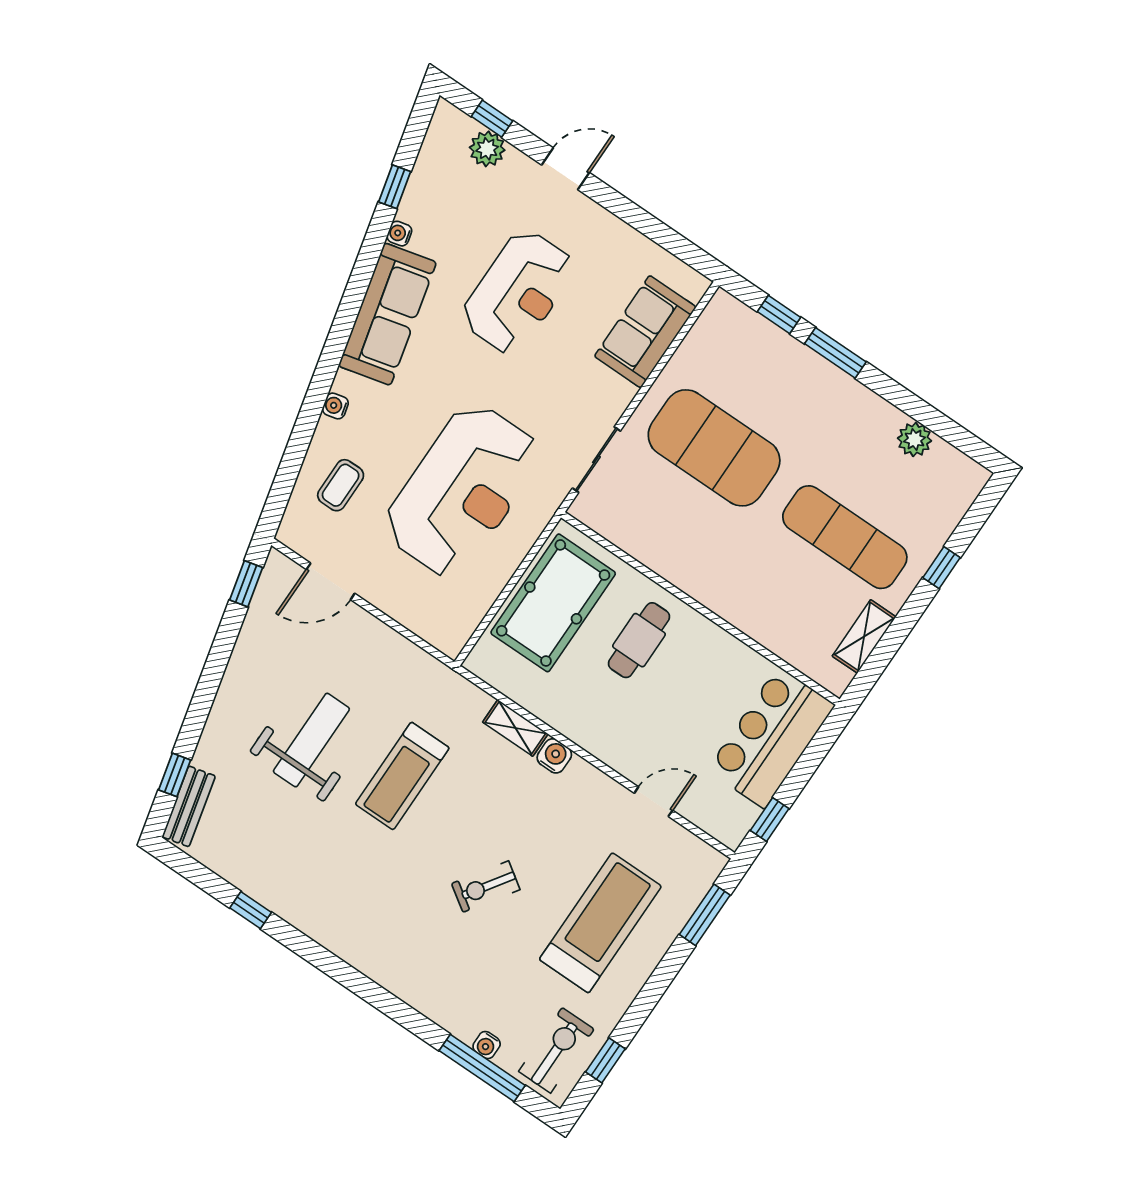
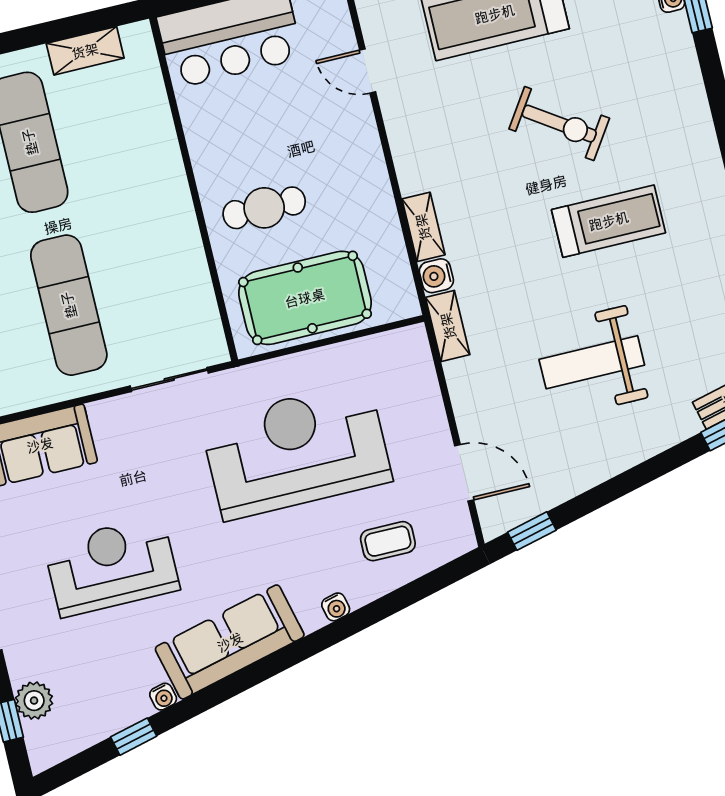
exercise mat: (714, 448) -> (69, 305), width x0.68
shelving: (435, 674) -> (448, 326), added
water cooler: (554, 756) -> (436, 276), moved
treadmill: (402, 776) -> (609, 221), moved
exercise bike: (486, 887) -> (559, 124), width x1.38, depth x1.39

